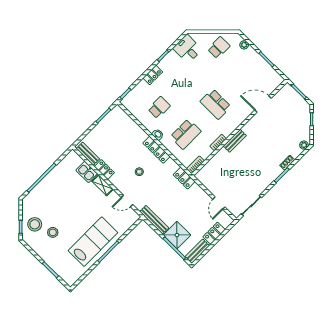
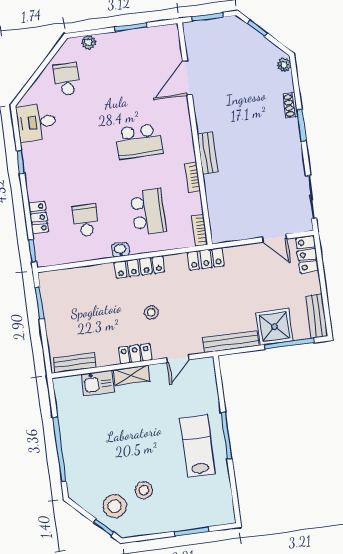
locker: (153, 75) -> (39, 218), moved
locker: (104, 170) -> (135, 354), moved
locker: (214, 233) -> (307, 255), moved
lab bench: (93, 242) -> (197, 446), width x0.73, depth x0.72

